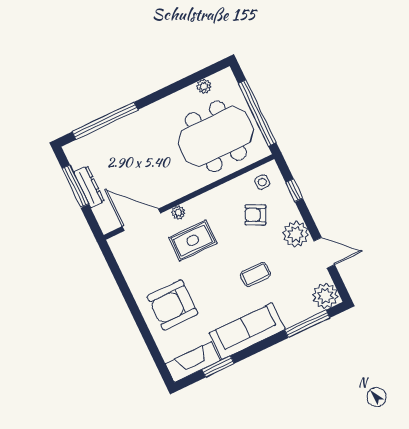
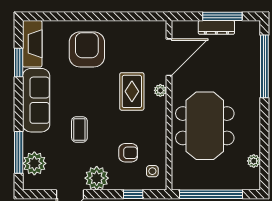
meeting table: (216, 136) -> (205, 126), moved
armchair: (255, 215) -> (128, 153), turned 64
plant: (325, 296) -> (34, 163), moved

